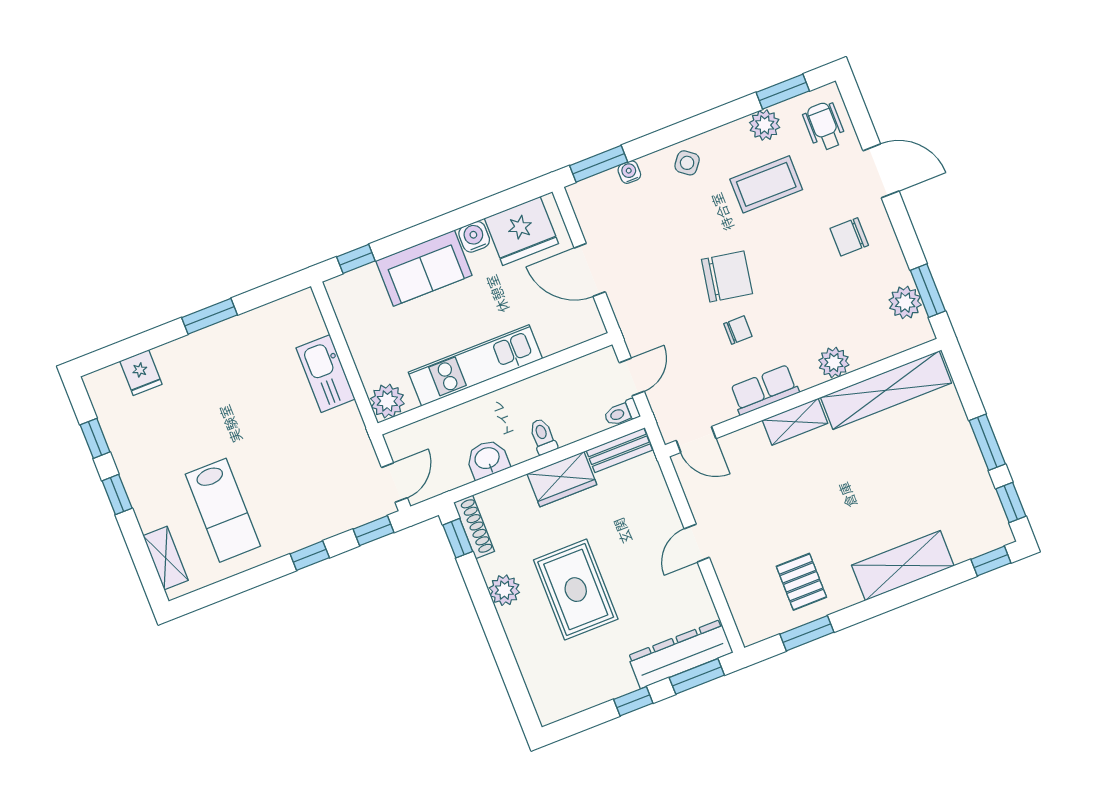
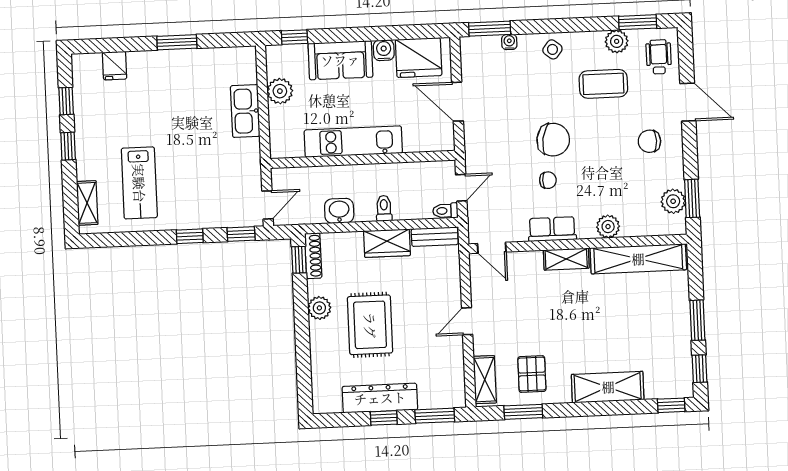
plant: (387, 401) -> (280, 91), moved
shelving: (744, 609) -> (485, 380), added
dresser: (680, 654) -> (380, 398), moved

